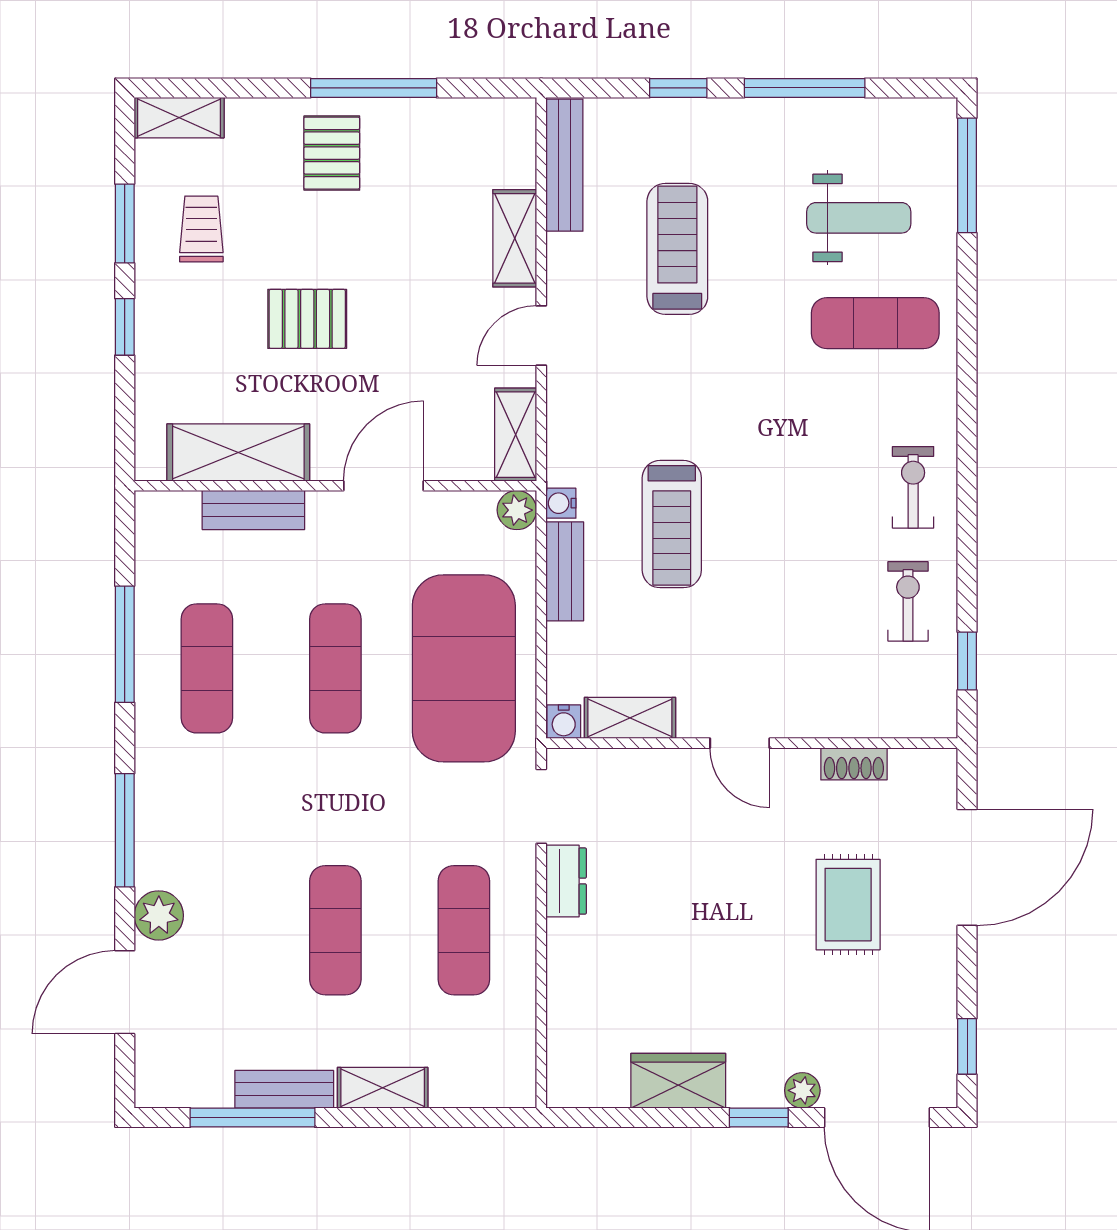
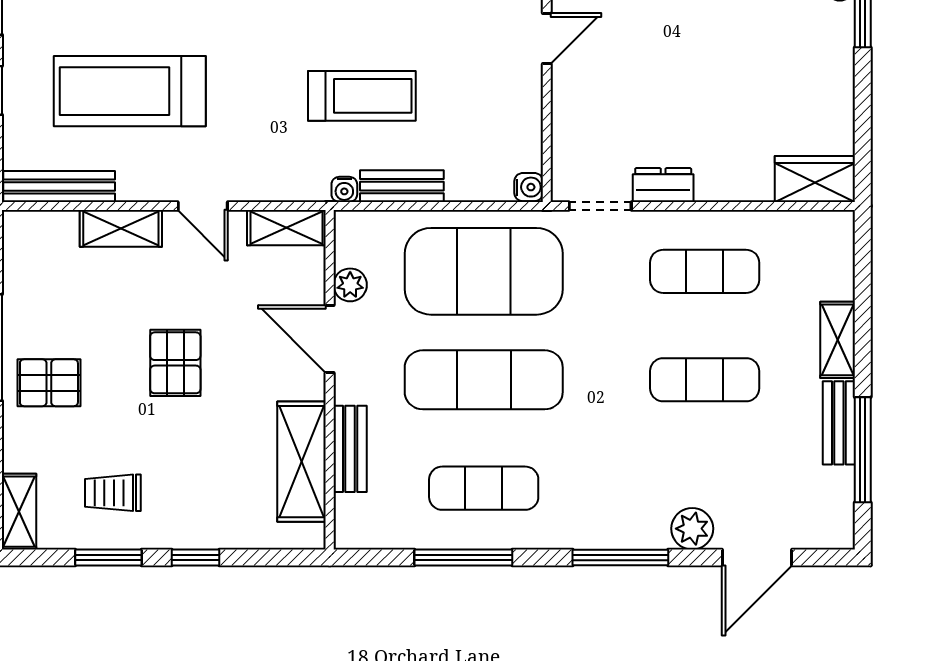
treadmill: (677, 249) -> (130, 91), width x1.37, depth x1.38
pallet: (307, 319) -> (175, 363), moved
plant: (517, 510) -> (350, 285), moved
exercise mat: (335, 668) -> (484, 380), width x1.36, depth x1.45
shelving: (630, 718) -> (526, 131), removed
door: (125, 992) -> (757, 557), hinge flipped
wardrobe: (678, 1081) -> (815, 179), moved, turned 90

